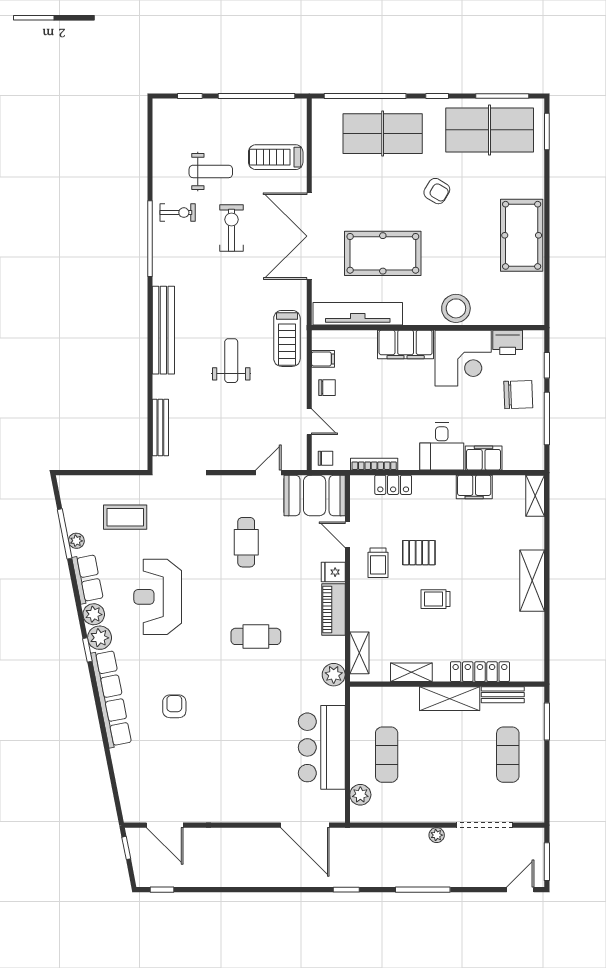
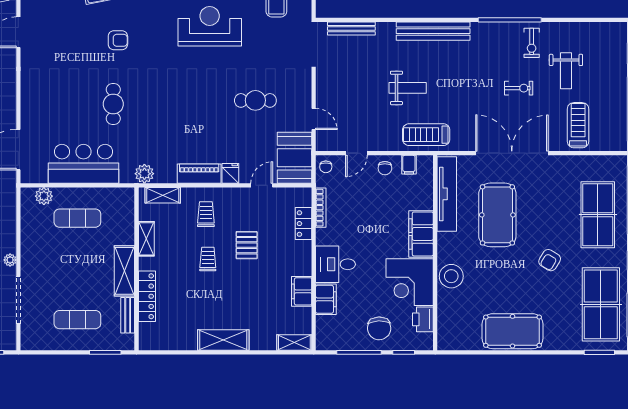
exercise bike: (231, 228) -> (519, 88), width x0.73, depth x0.72
trolley: (378, 563) -> (206, 214), moved, turned 90
cafe table: (256, 636) -> (113, 104), moved

